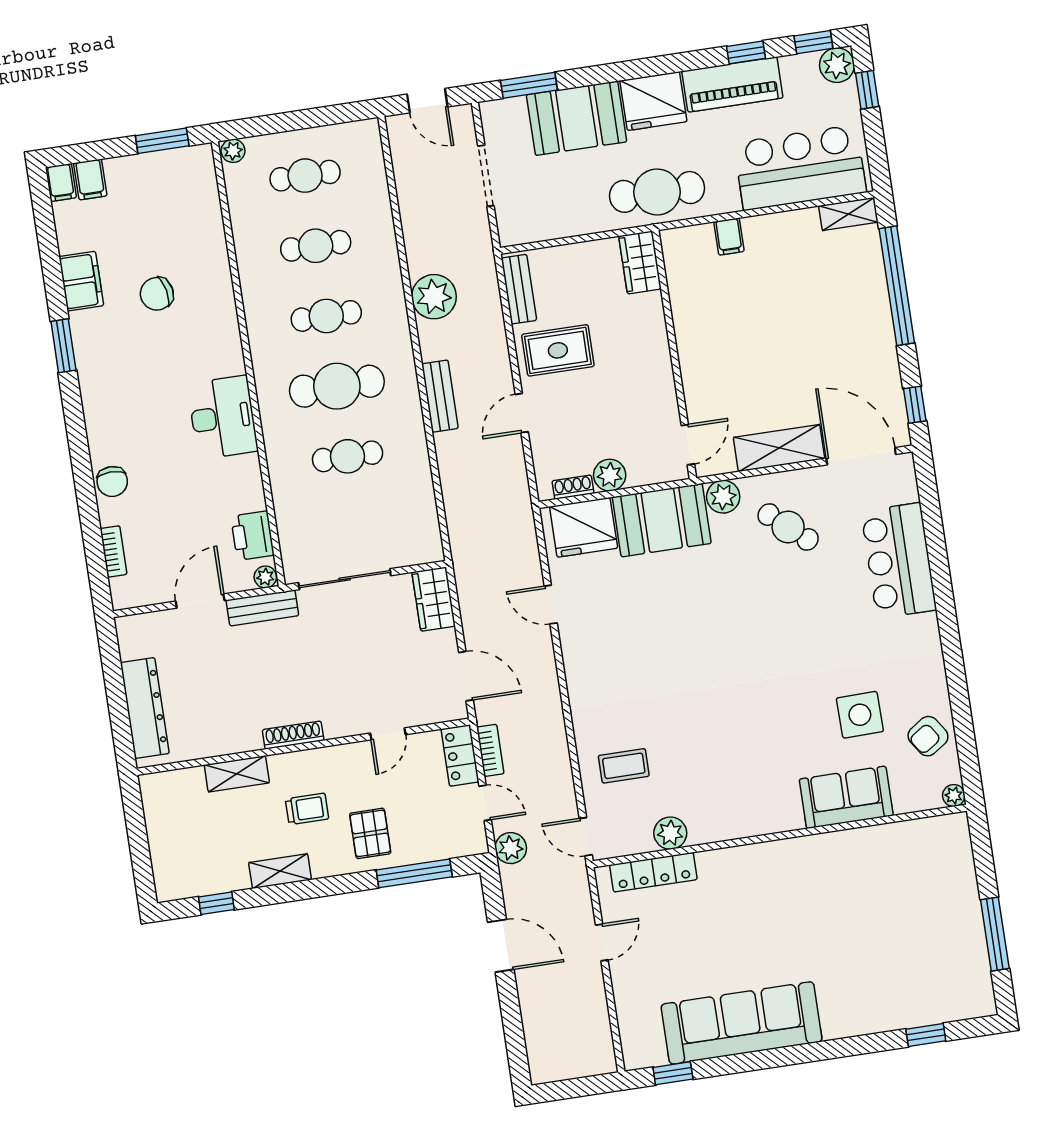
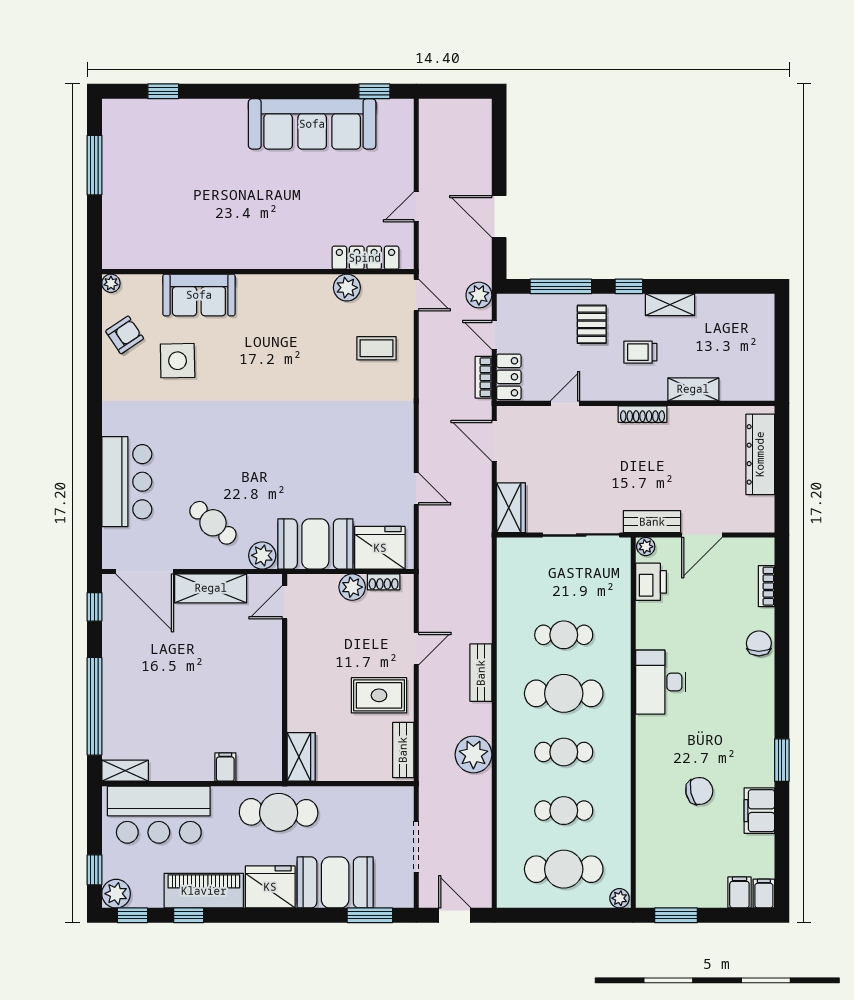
cafe table: (305, 176) -> (564, 869), width x1.37, depth x1.35
window: (216, 903) -> (629, 286), moved

